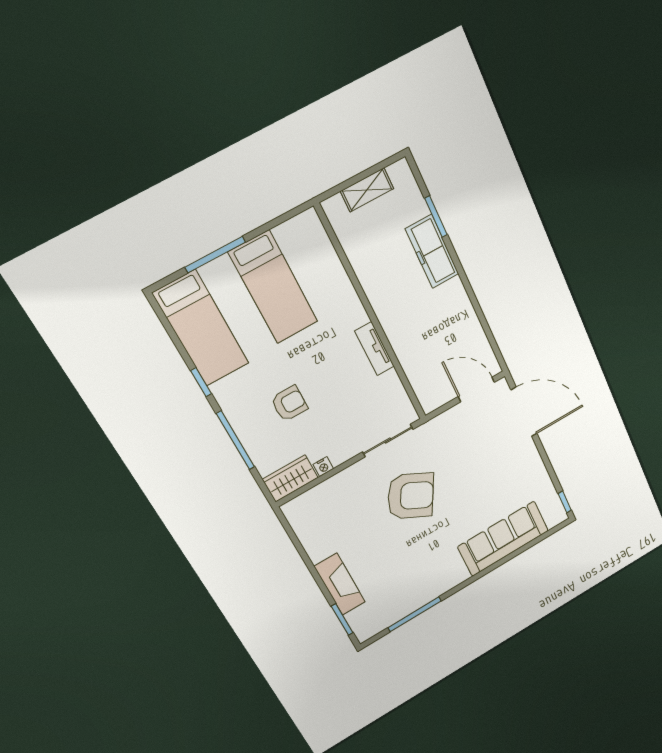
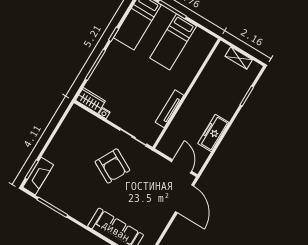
freezer: (432, 252) -> (213, 133), moved
tv unit: (375, 349) -> (170, 109), width x1.41
armchair: (289, 404) -> (125, 79), removed
fireplace: (340, 584) -> (38, 176), moved

